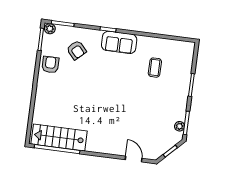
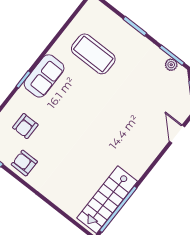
armchair: (76, 50) -> (25, 126), turned 133
coffee table: (155, 68) -> (93, 54), width x1.86, depth x1.72
door: (134, 159) -> (177, 134), hinge flipped

